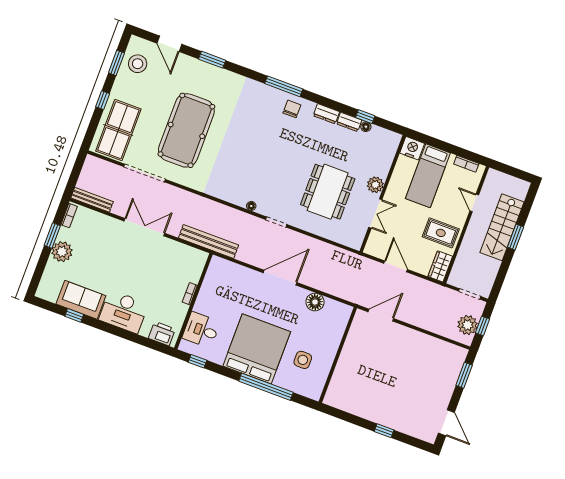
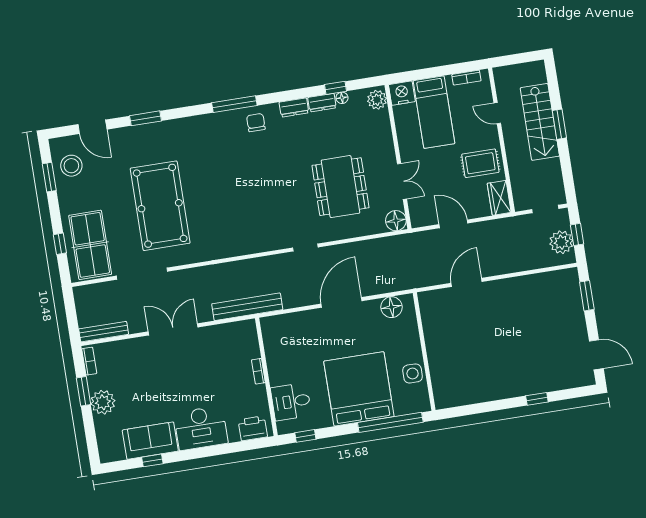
window: (103, 100) -> (60, 244), moved
plant: (375, 185) -> (377, 100), moved
floor lamp: (251, 206) -> (396, 221), moved, width x1.89, depth x1.89
wall: (338, 355) -> (424, 352), moved

